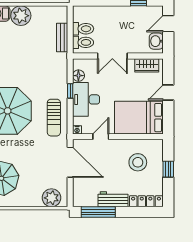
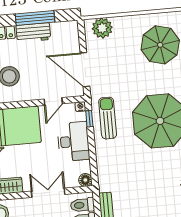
floor lamp: (78, 76) -> (85, 180), moved
window: (70, 91) -> (89, 119), moved
window: (98, 212) -> (35, 18), moved

